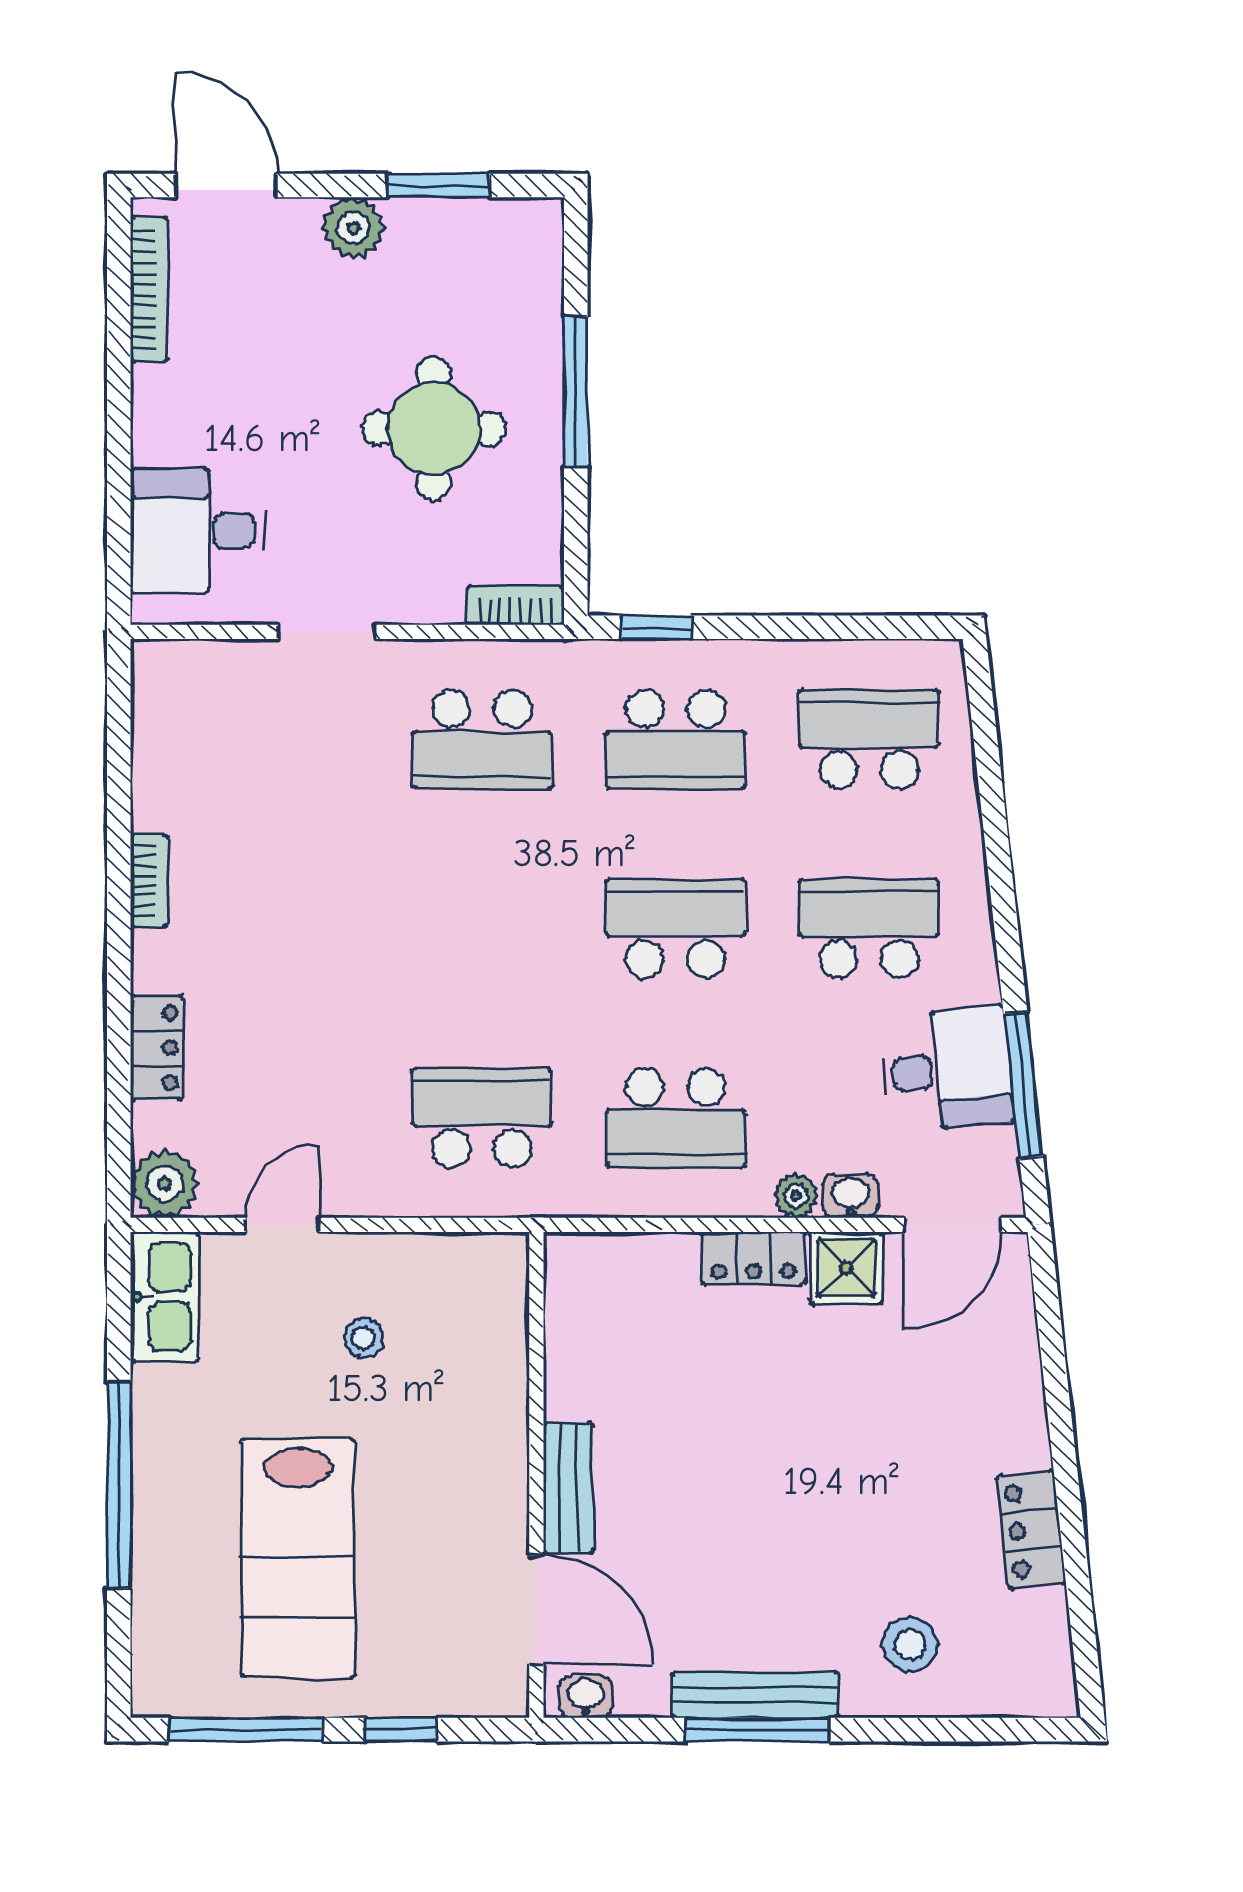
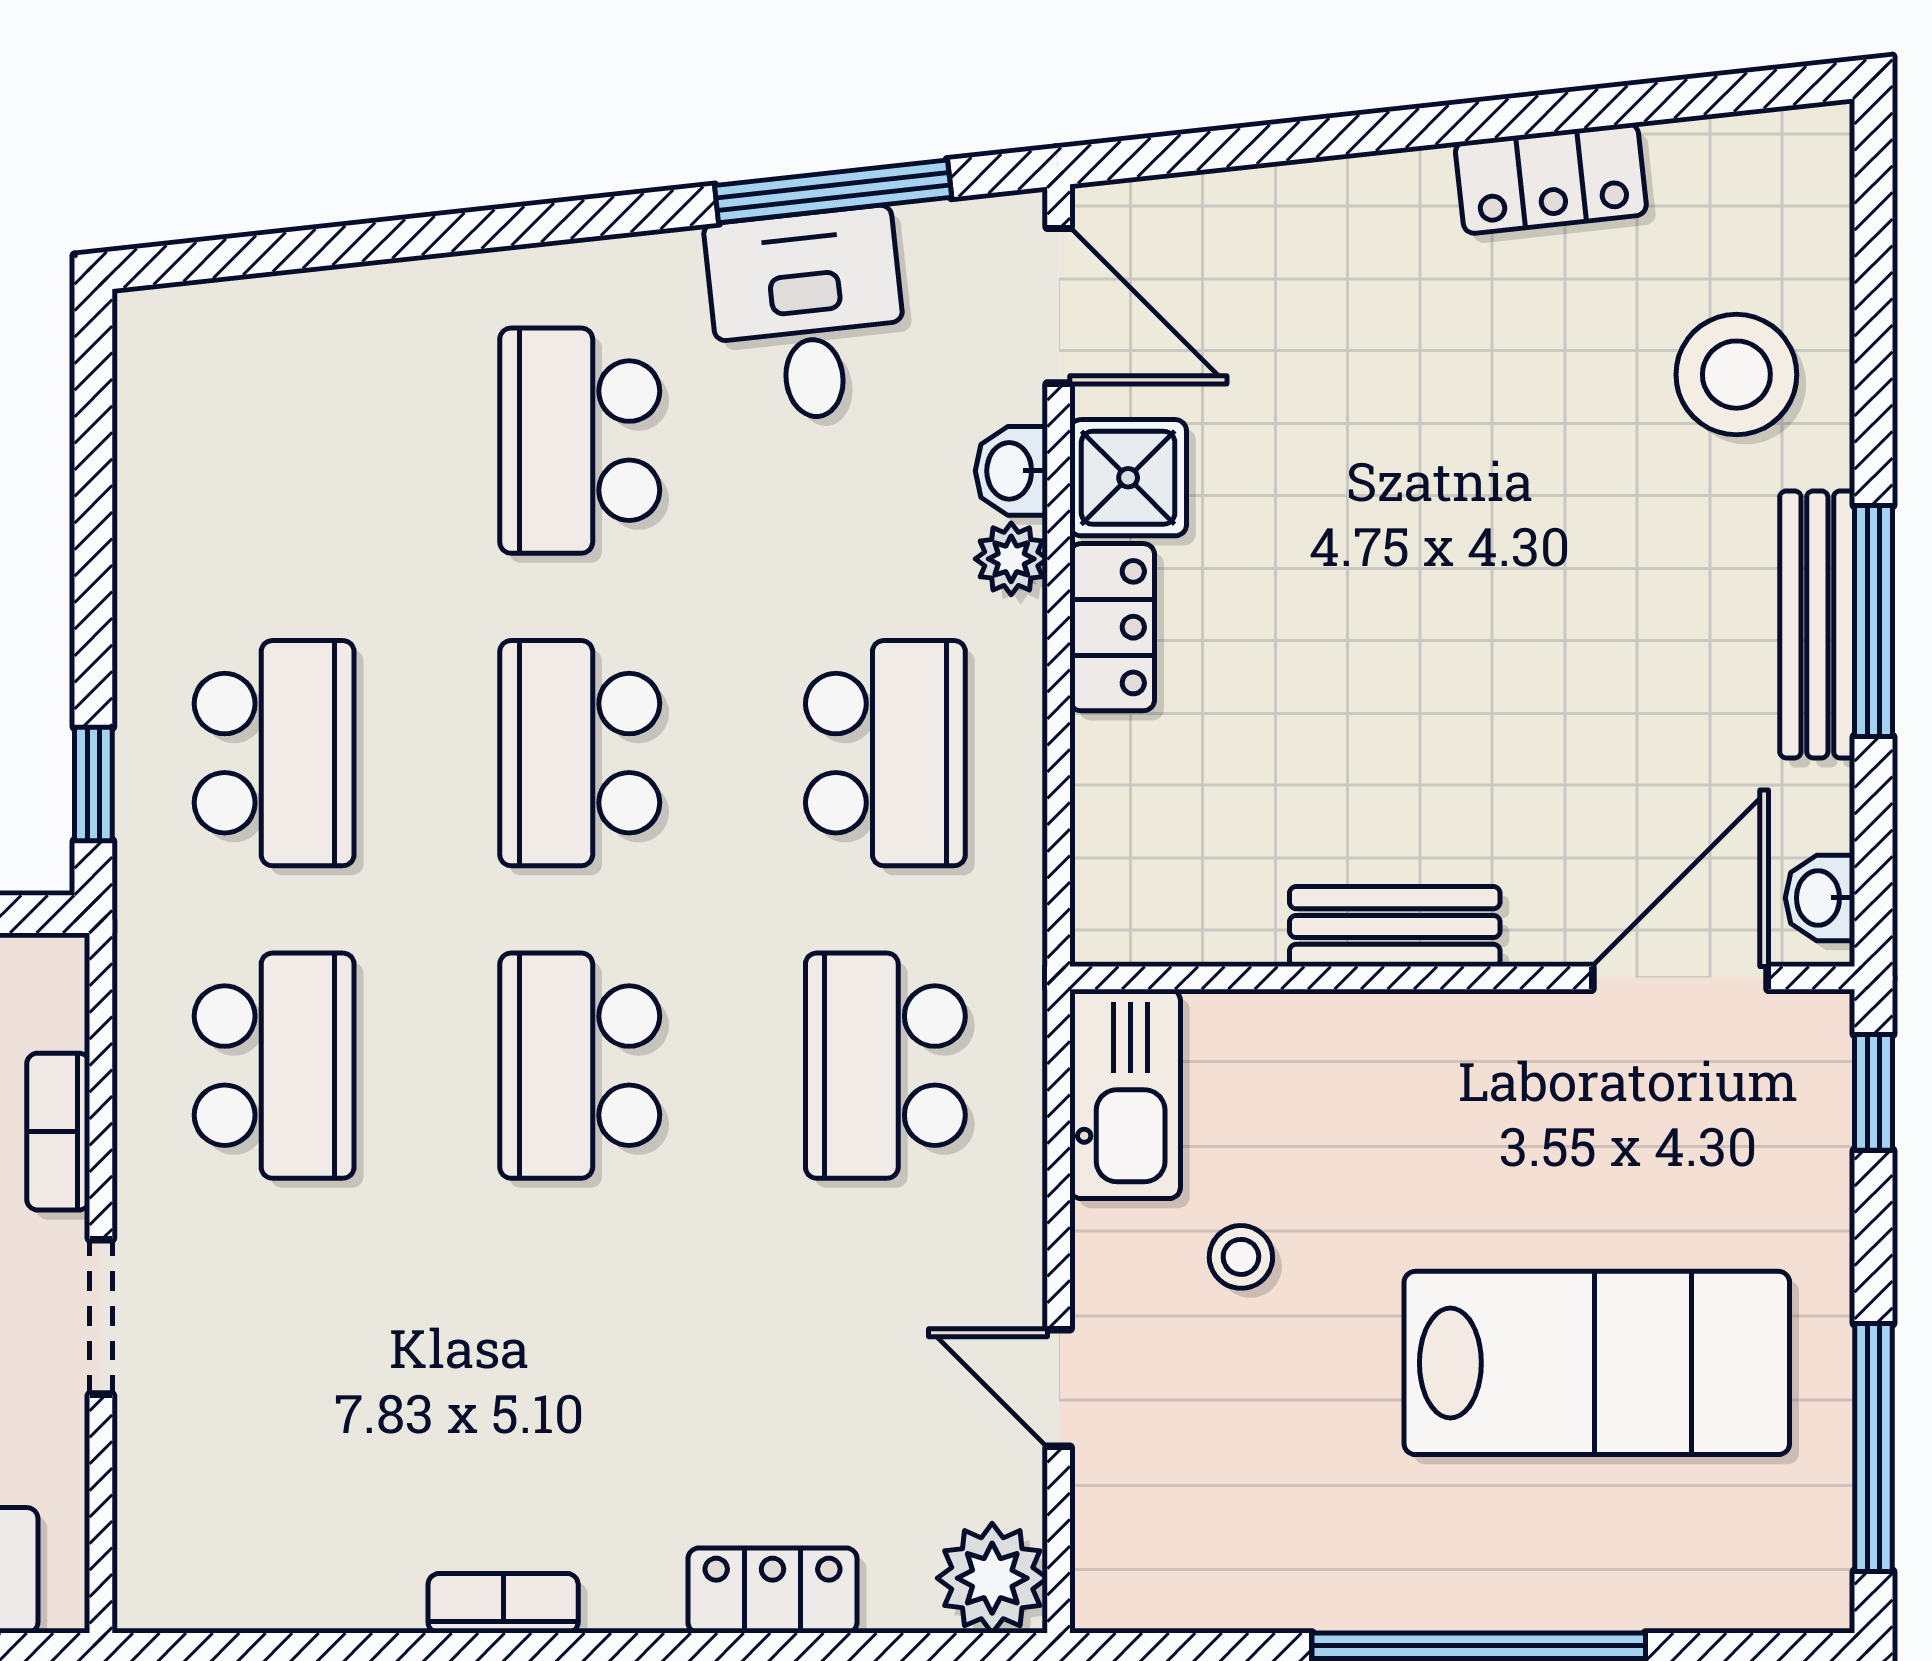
bookcase: (516, 606) -> (58, 1132), moved
school desk: (869, 739) -> (580, 1066), moved
kitchen sink: (165, 1297) -> (1125, 1094), moved, turned 90
bench: (568, 1488) -> (1395, 926), moved
stool: (910, 1645) -> (1736, 375), width x1.38, depth x1.38
window: (400, 1730) -> (1874, 1092), moved

